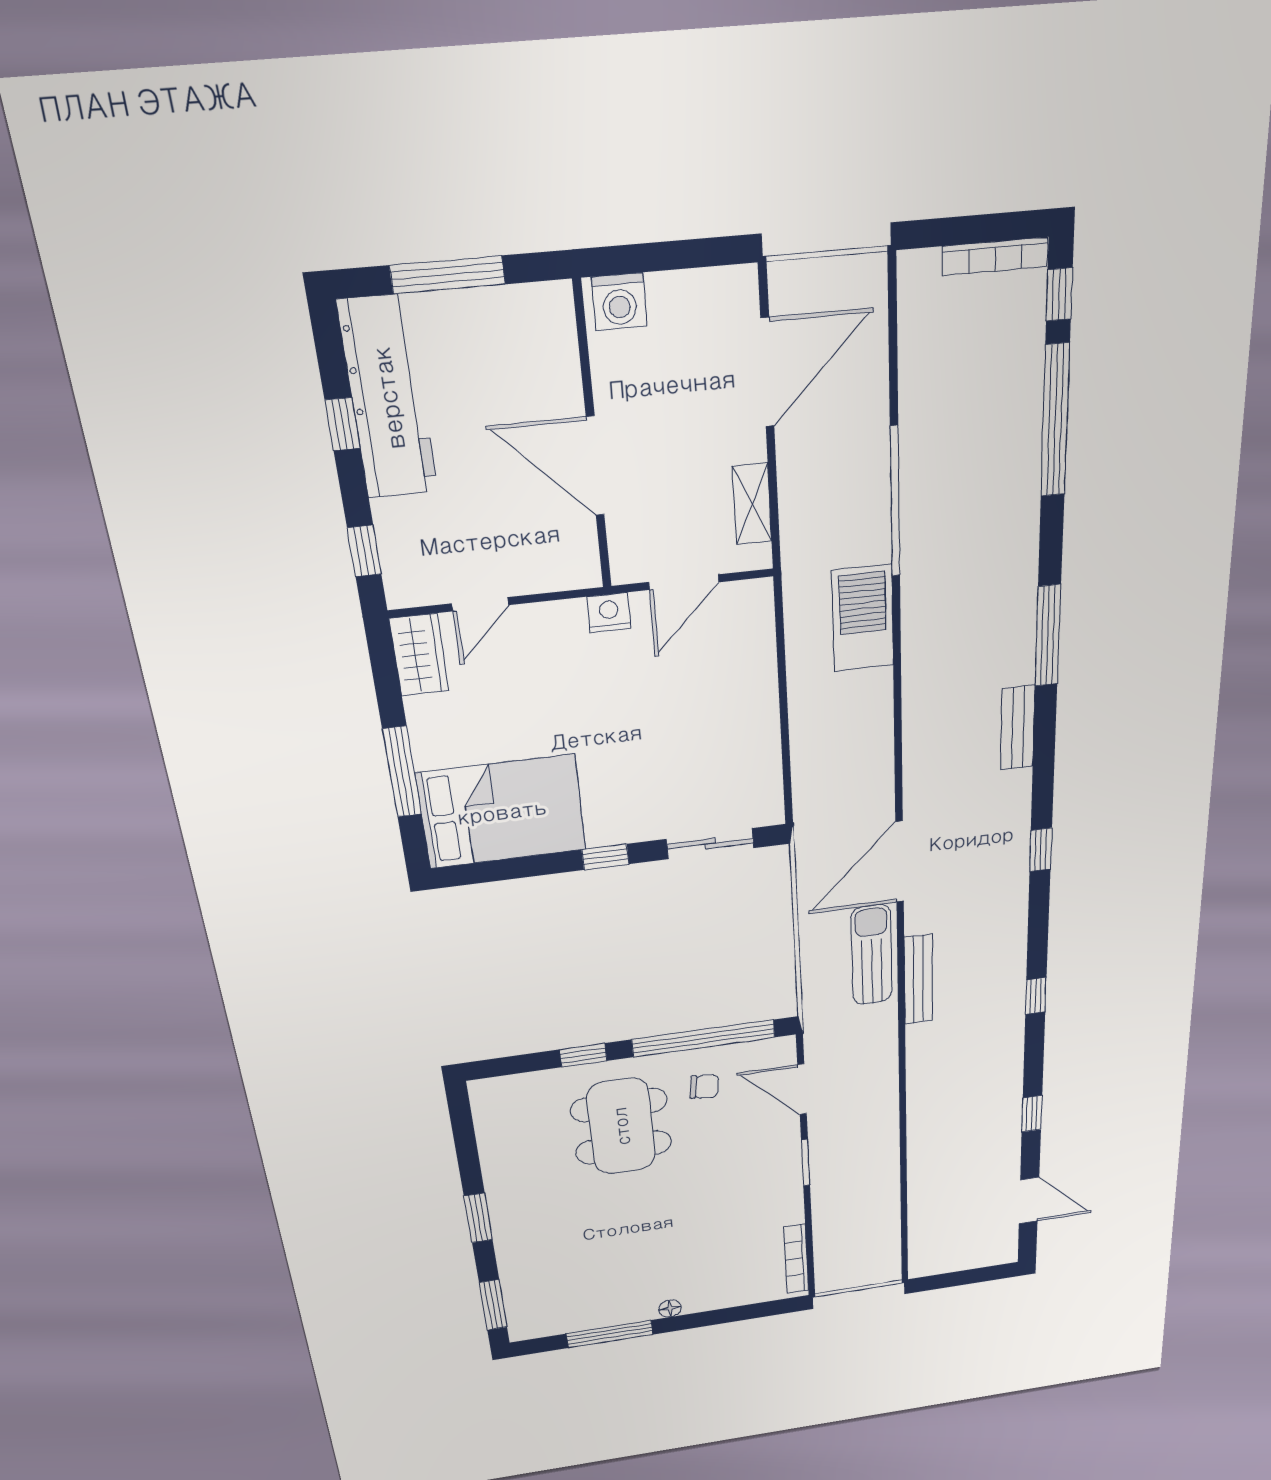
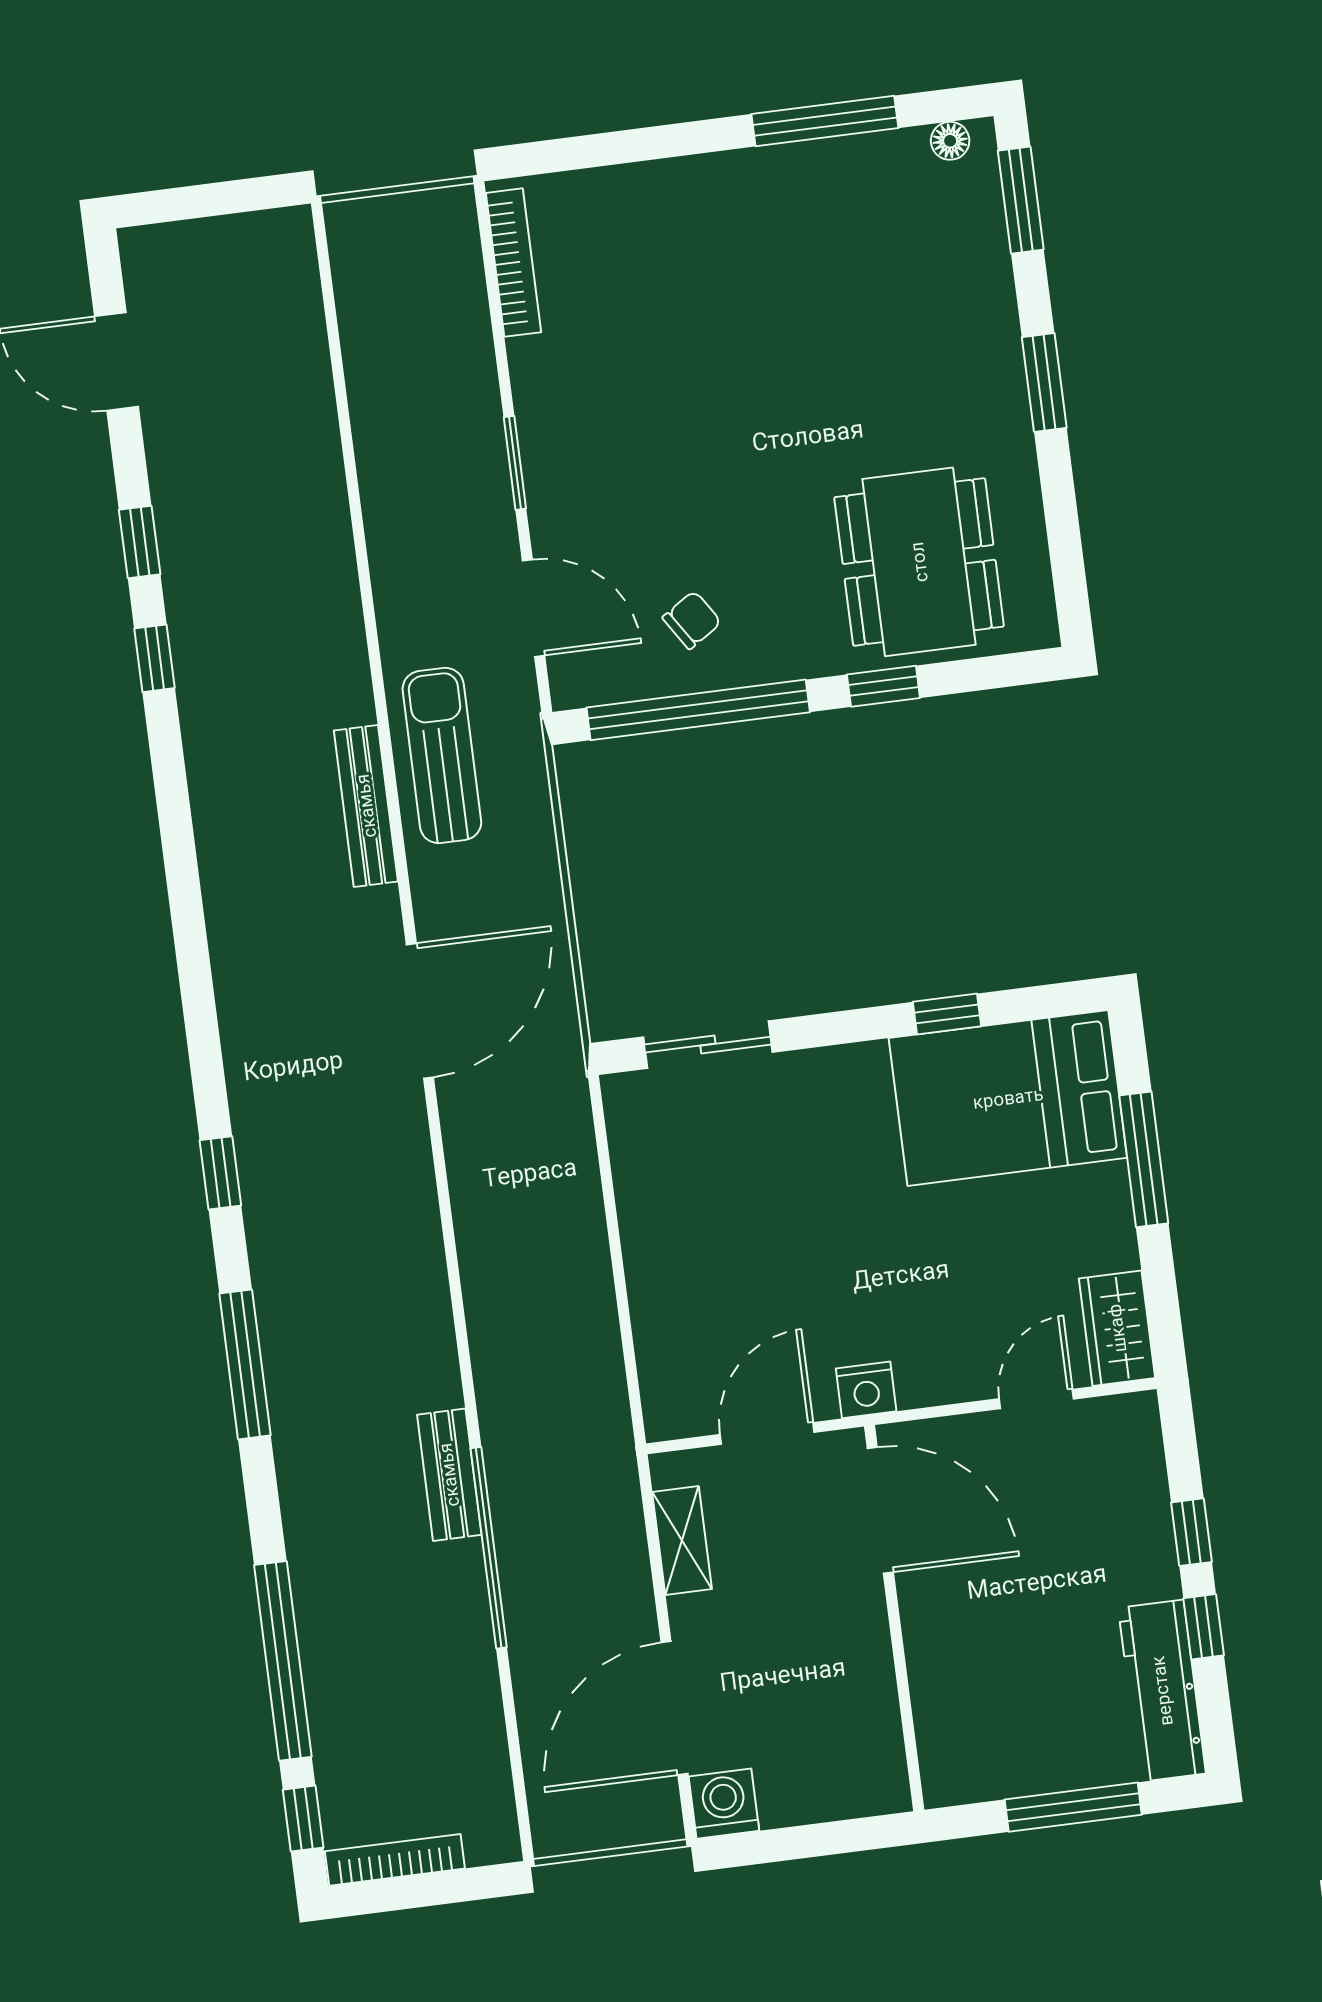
washing machine: (619, 302) -> (724, 1804), moved
workbench: (388, 398) -> (1162, 1691), width x0.73, depth x0.76
door: (595, 466) -> (880, 1510), moved
window: (364, 551) -> (1191, 1532), moved
barbecue: (863, 618) -> (516, 1387), removed
bench: (1018, 728) -> (449, 1475), moved
window: (1041, 850) -> (220, 1173), moved
window: (605, 857) -> (947, 1014), moved
sun lounger: (872, 955) -> (442, 756), moved, turned 180
window: (1036, 996) -> (155, 658), moved
chair: (704, 1087) -> (692, 620), turned 140
dining table: (621, 1126) -> (919, 562), moved
floor lamp: (670, 1308) -> (950, 141), moved

